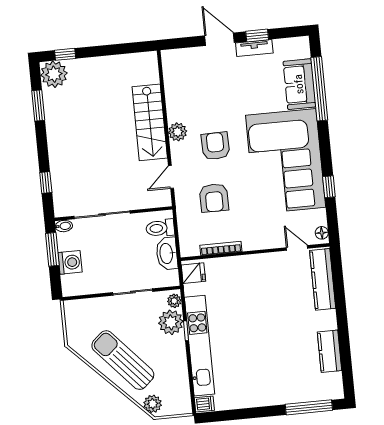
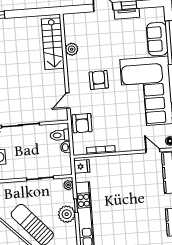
stairs: (150, 122) -> (53, 44), moved
plant: (178, 132) -> (72, 49), moved
armchair: (214, 198) -> (82, 123), moved
washbasin: (167, 253) -> (66, 147), width x0.52, depth x0.69
plant: (171, 322) -> (67, 214), moved

